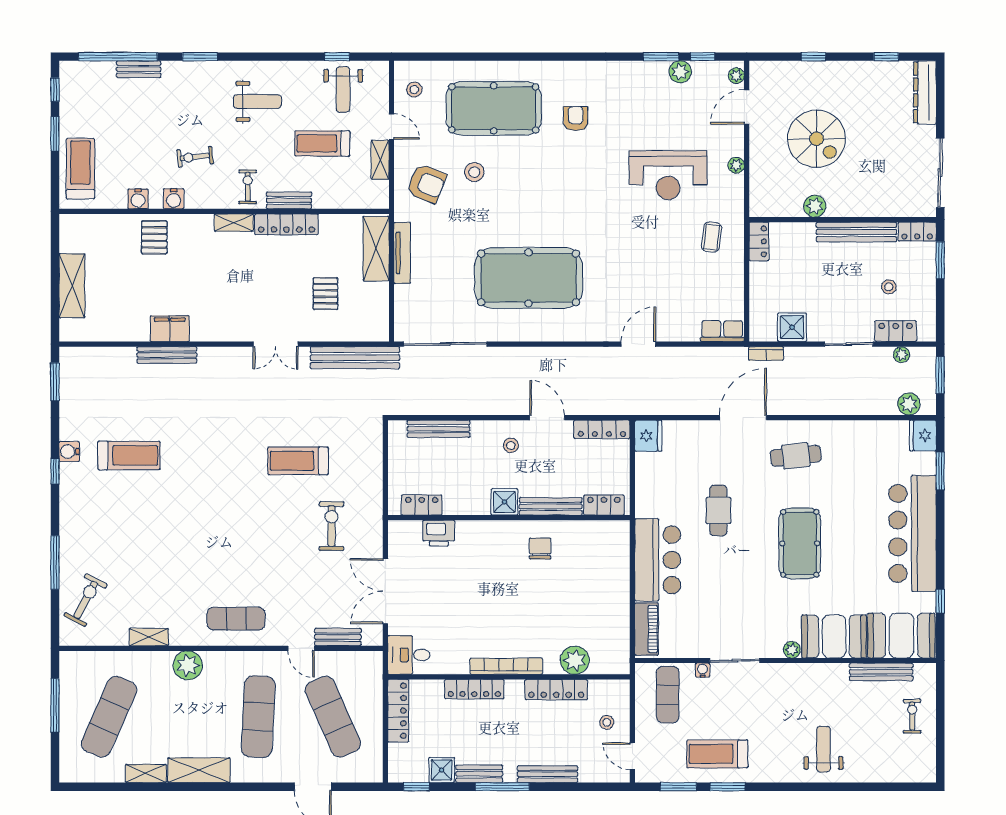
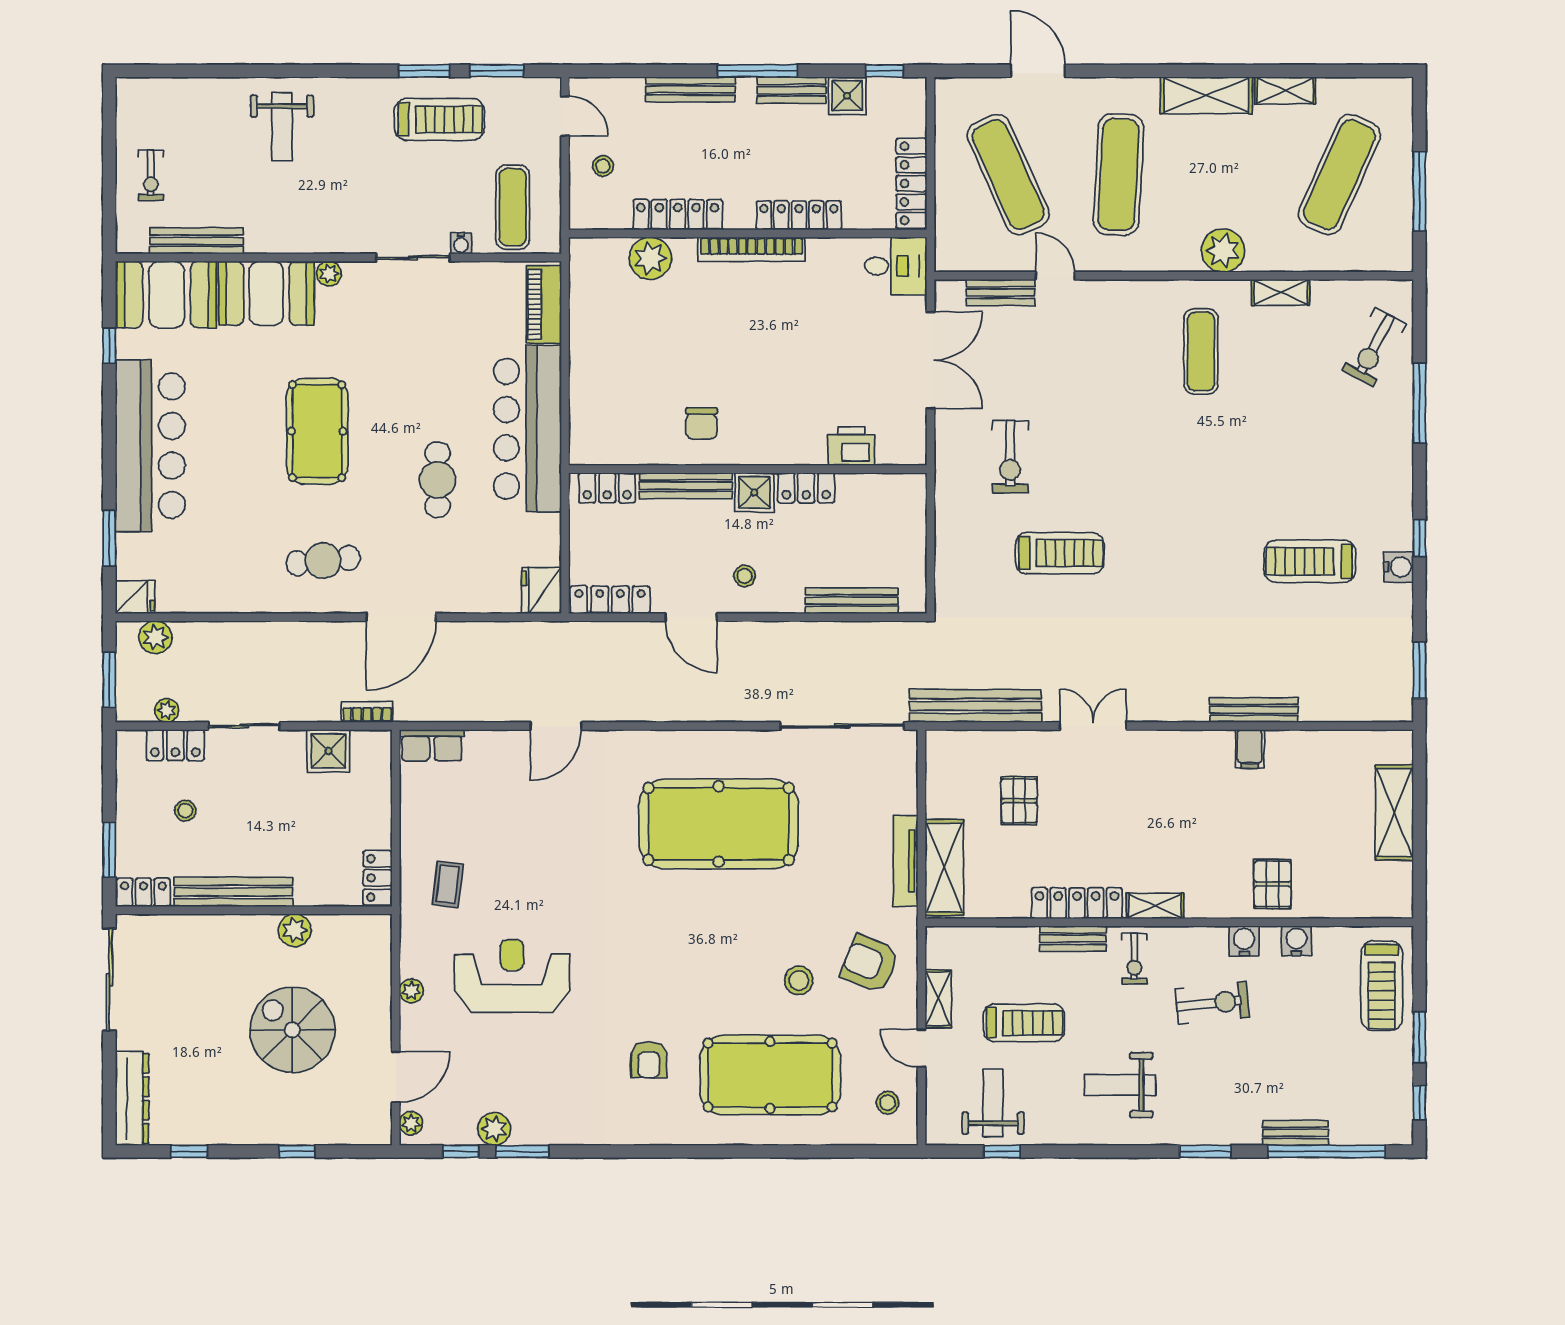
exercise bike: (195, 157) -> (1212, 1003), width x1.38, depth x1.39
filing cabinet: (170, 329) -> (1250, 749), width x0.50
fridge: (923, 435) -> (135, 597), width x0.72
locker: (422, 505) -> (806, 488), moved
bar counter: (658, 560) -> (527, 429), width x1.36
exercise mat: (236, 619) -> (1201, 351), moved, turned 90

